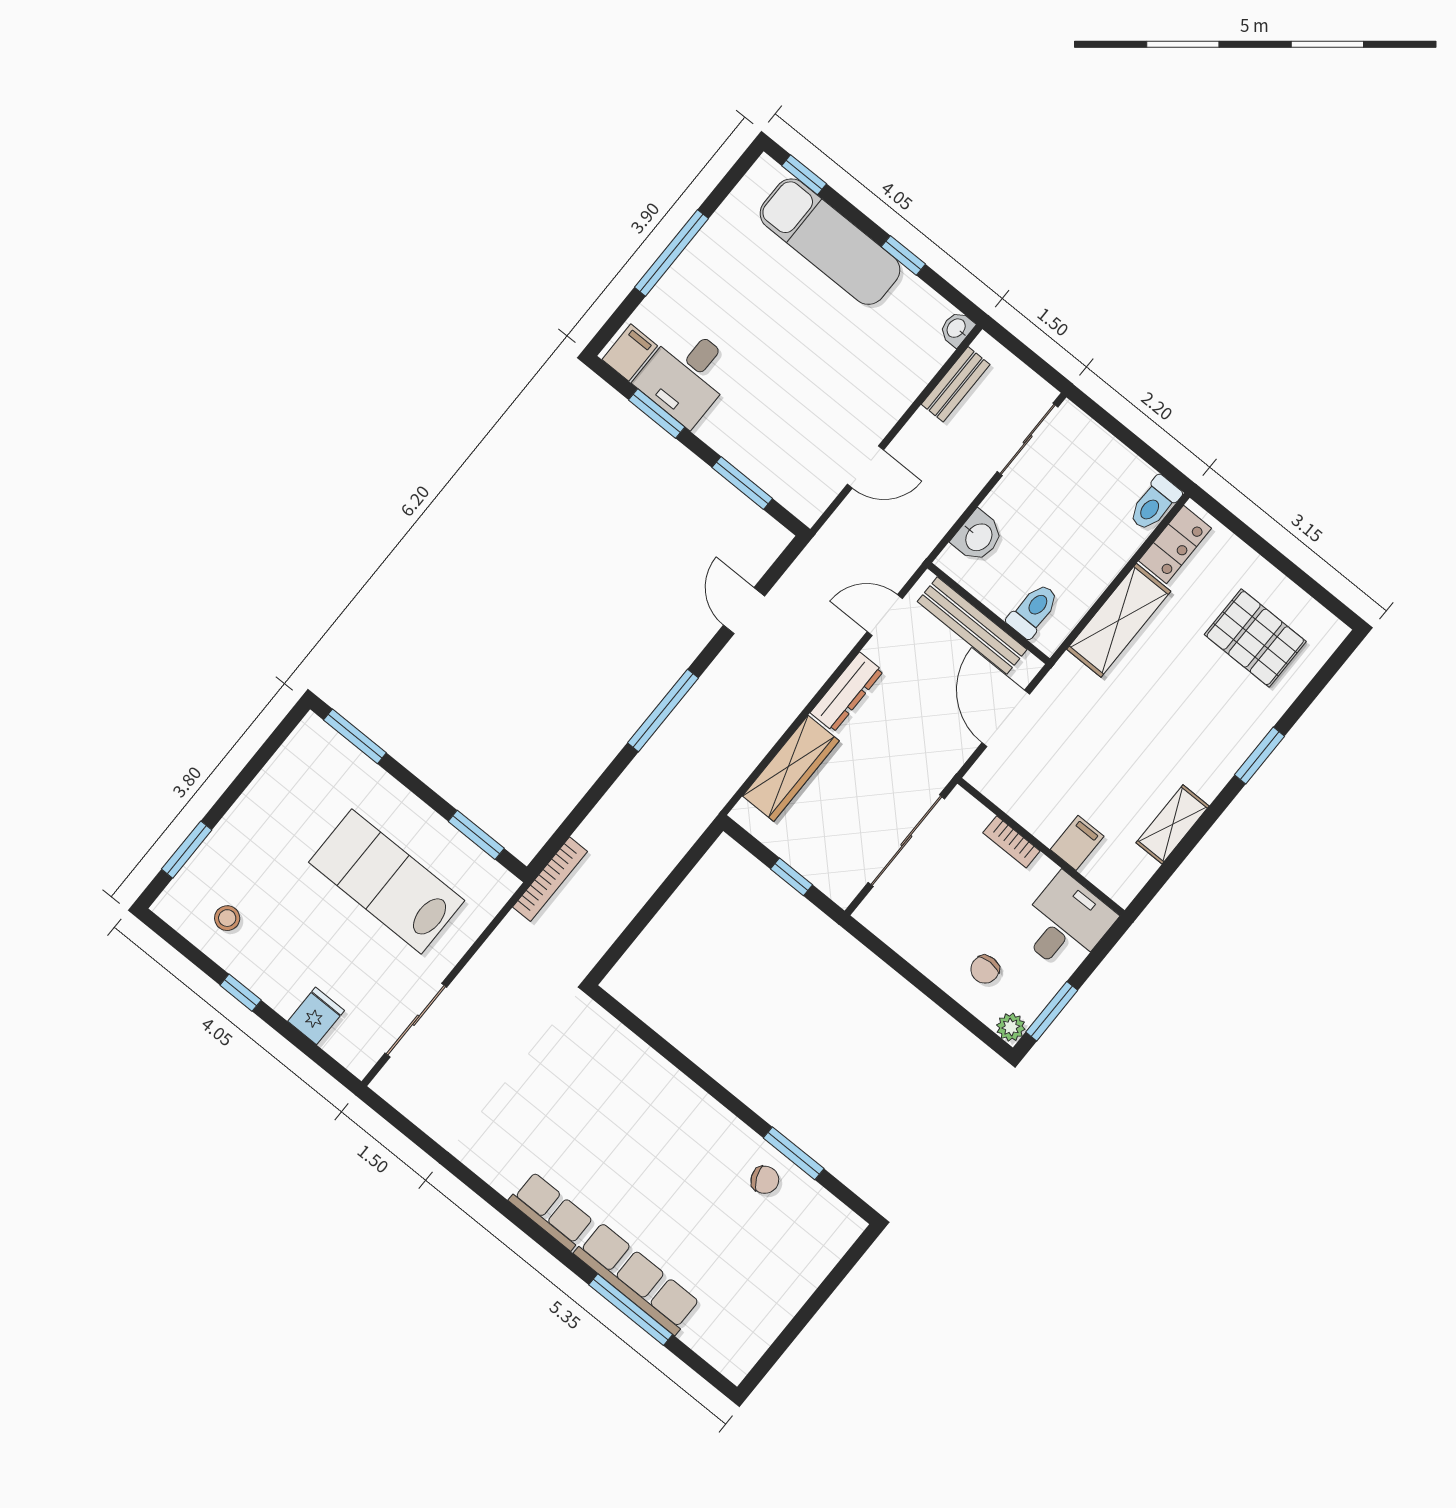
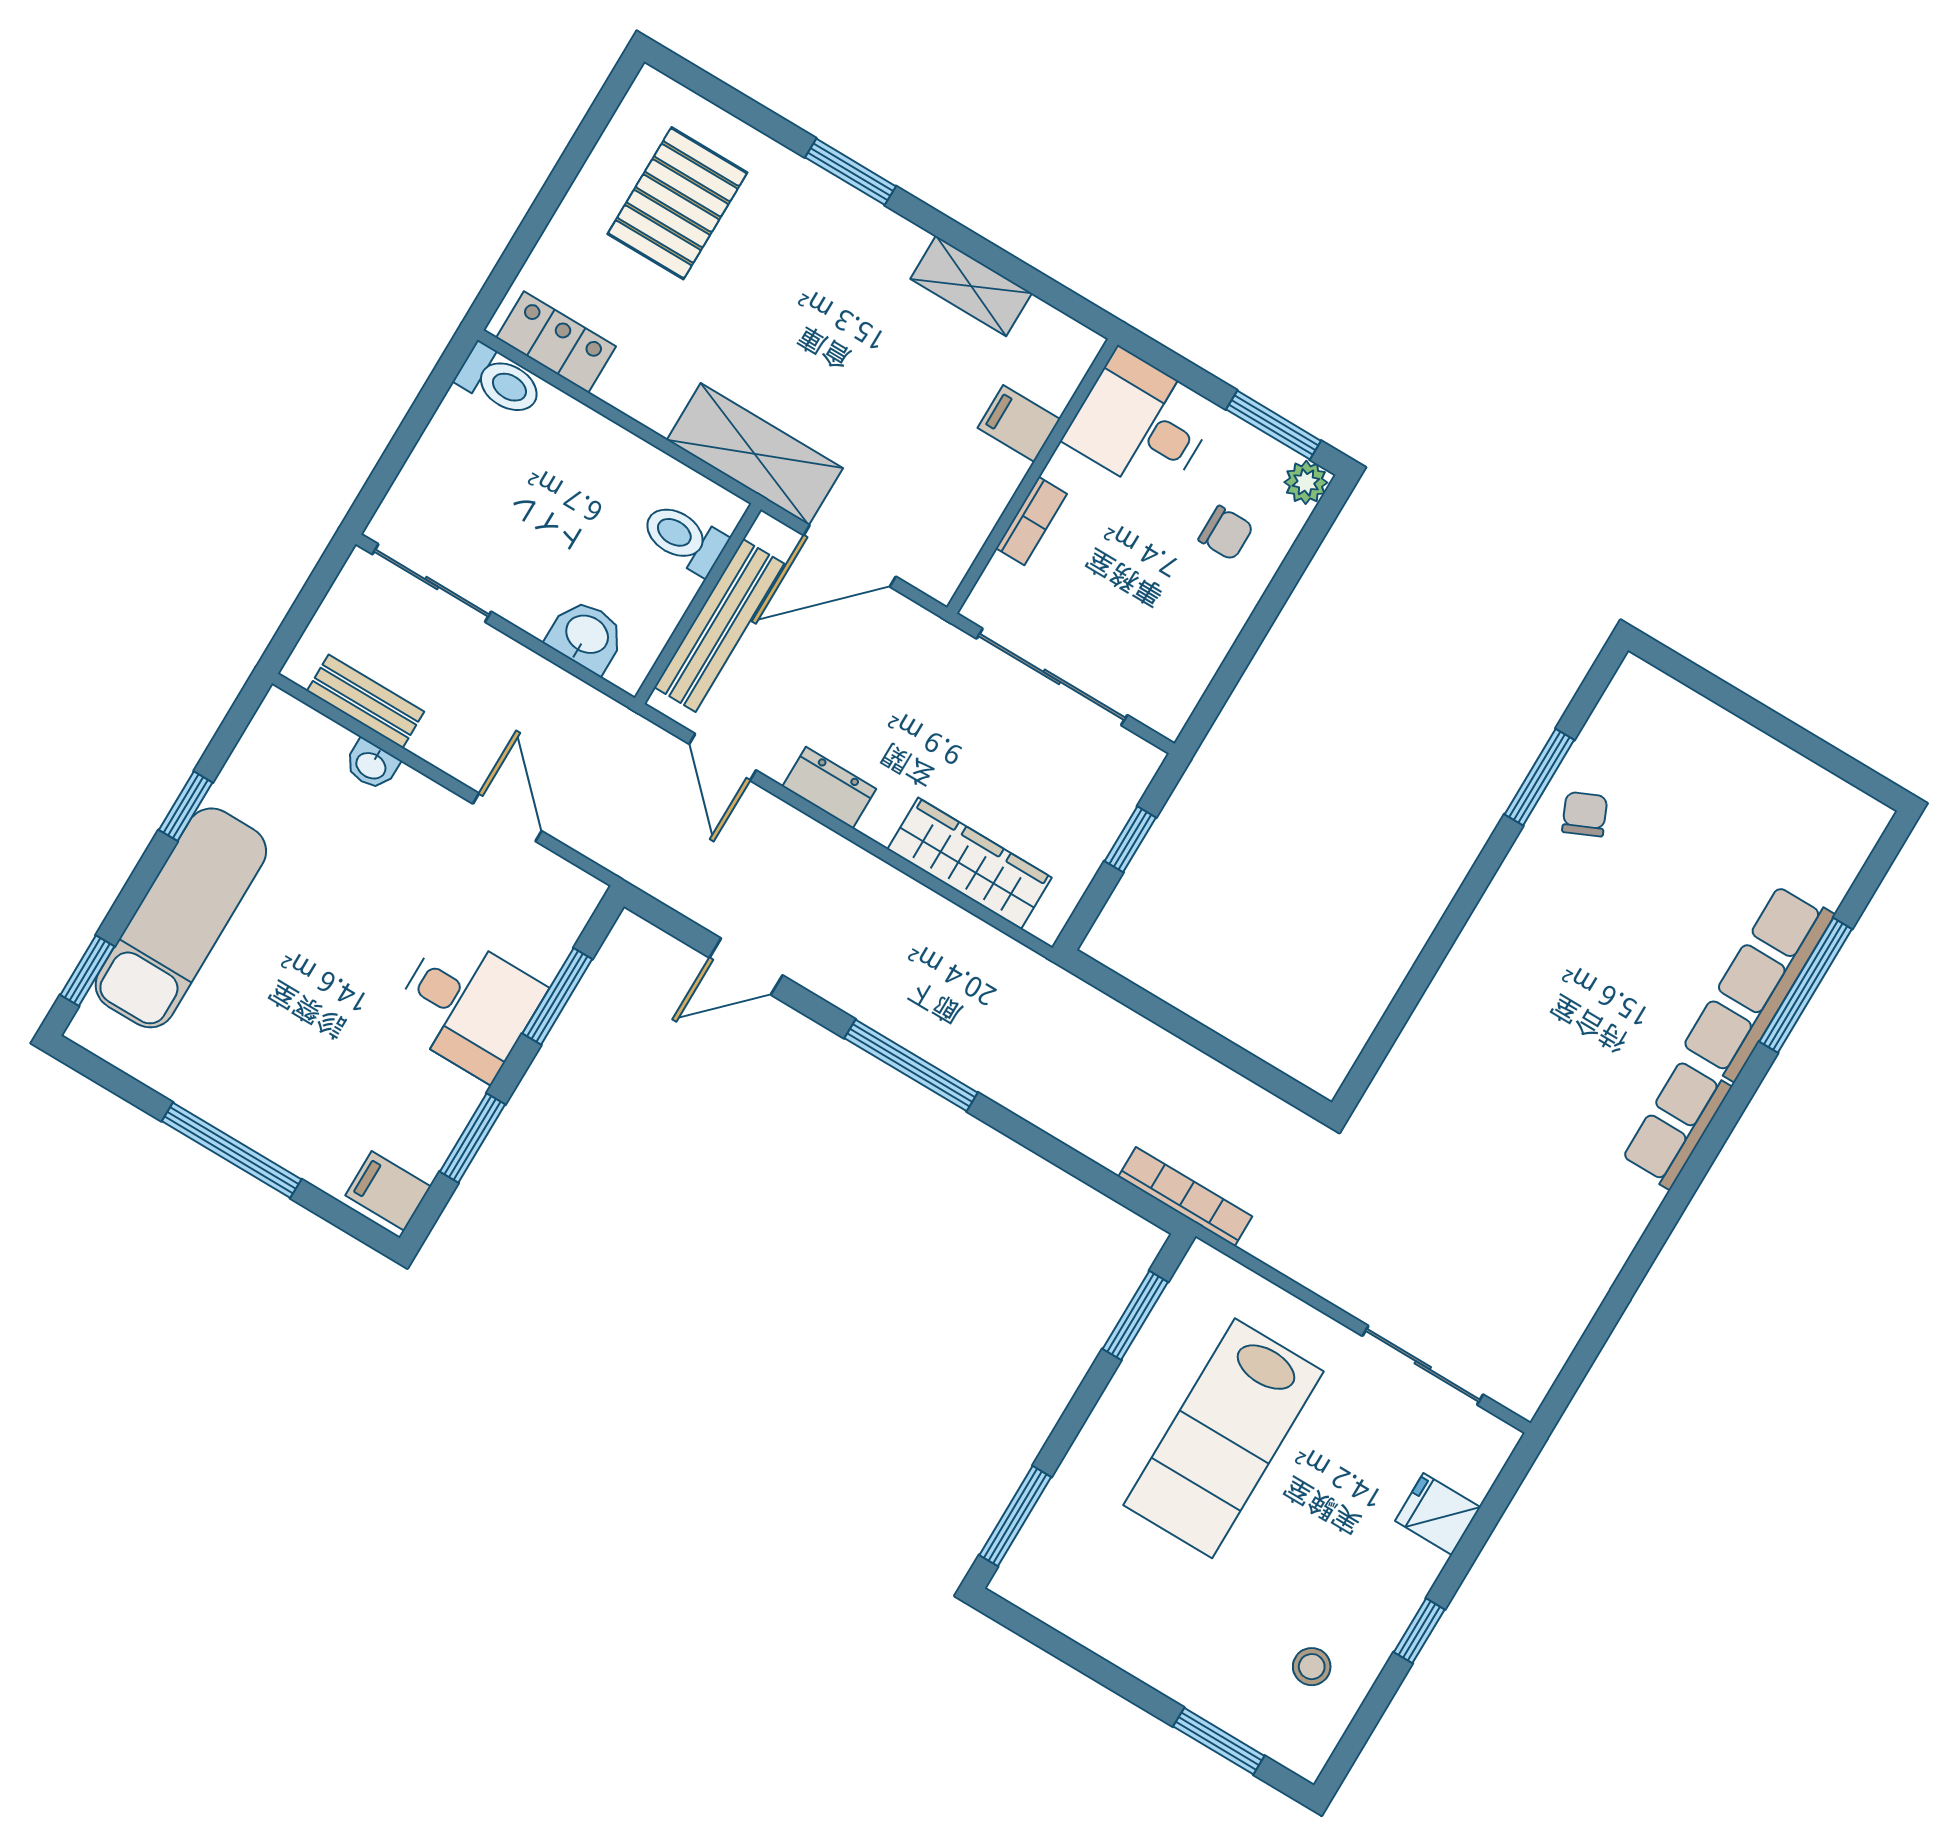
washbasin: (957, 329) -> (372, 765), moved
desk: (686, 375) -> (468, 1005), moved
shelving: (1119, 620) -> (755, 454), moved
dresser: (847, 692) -> (829, 788), width x0.70

